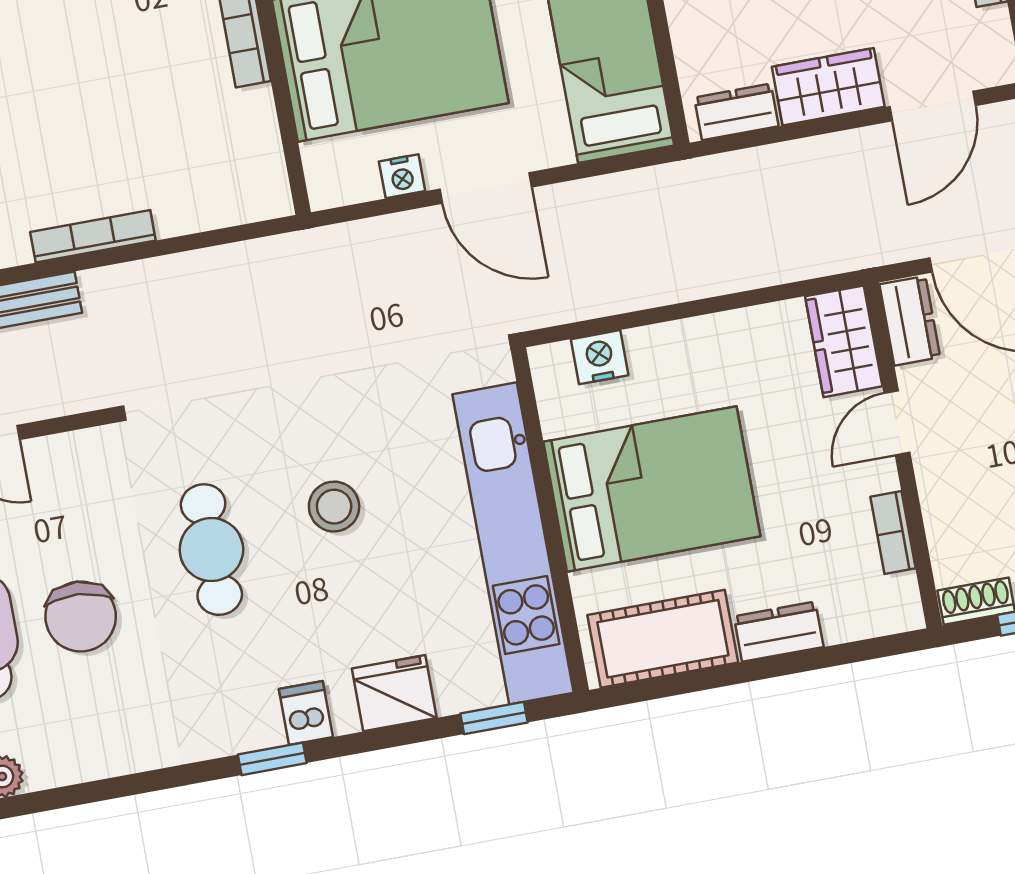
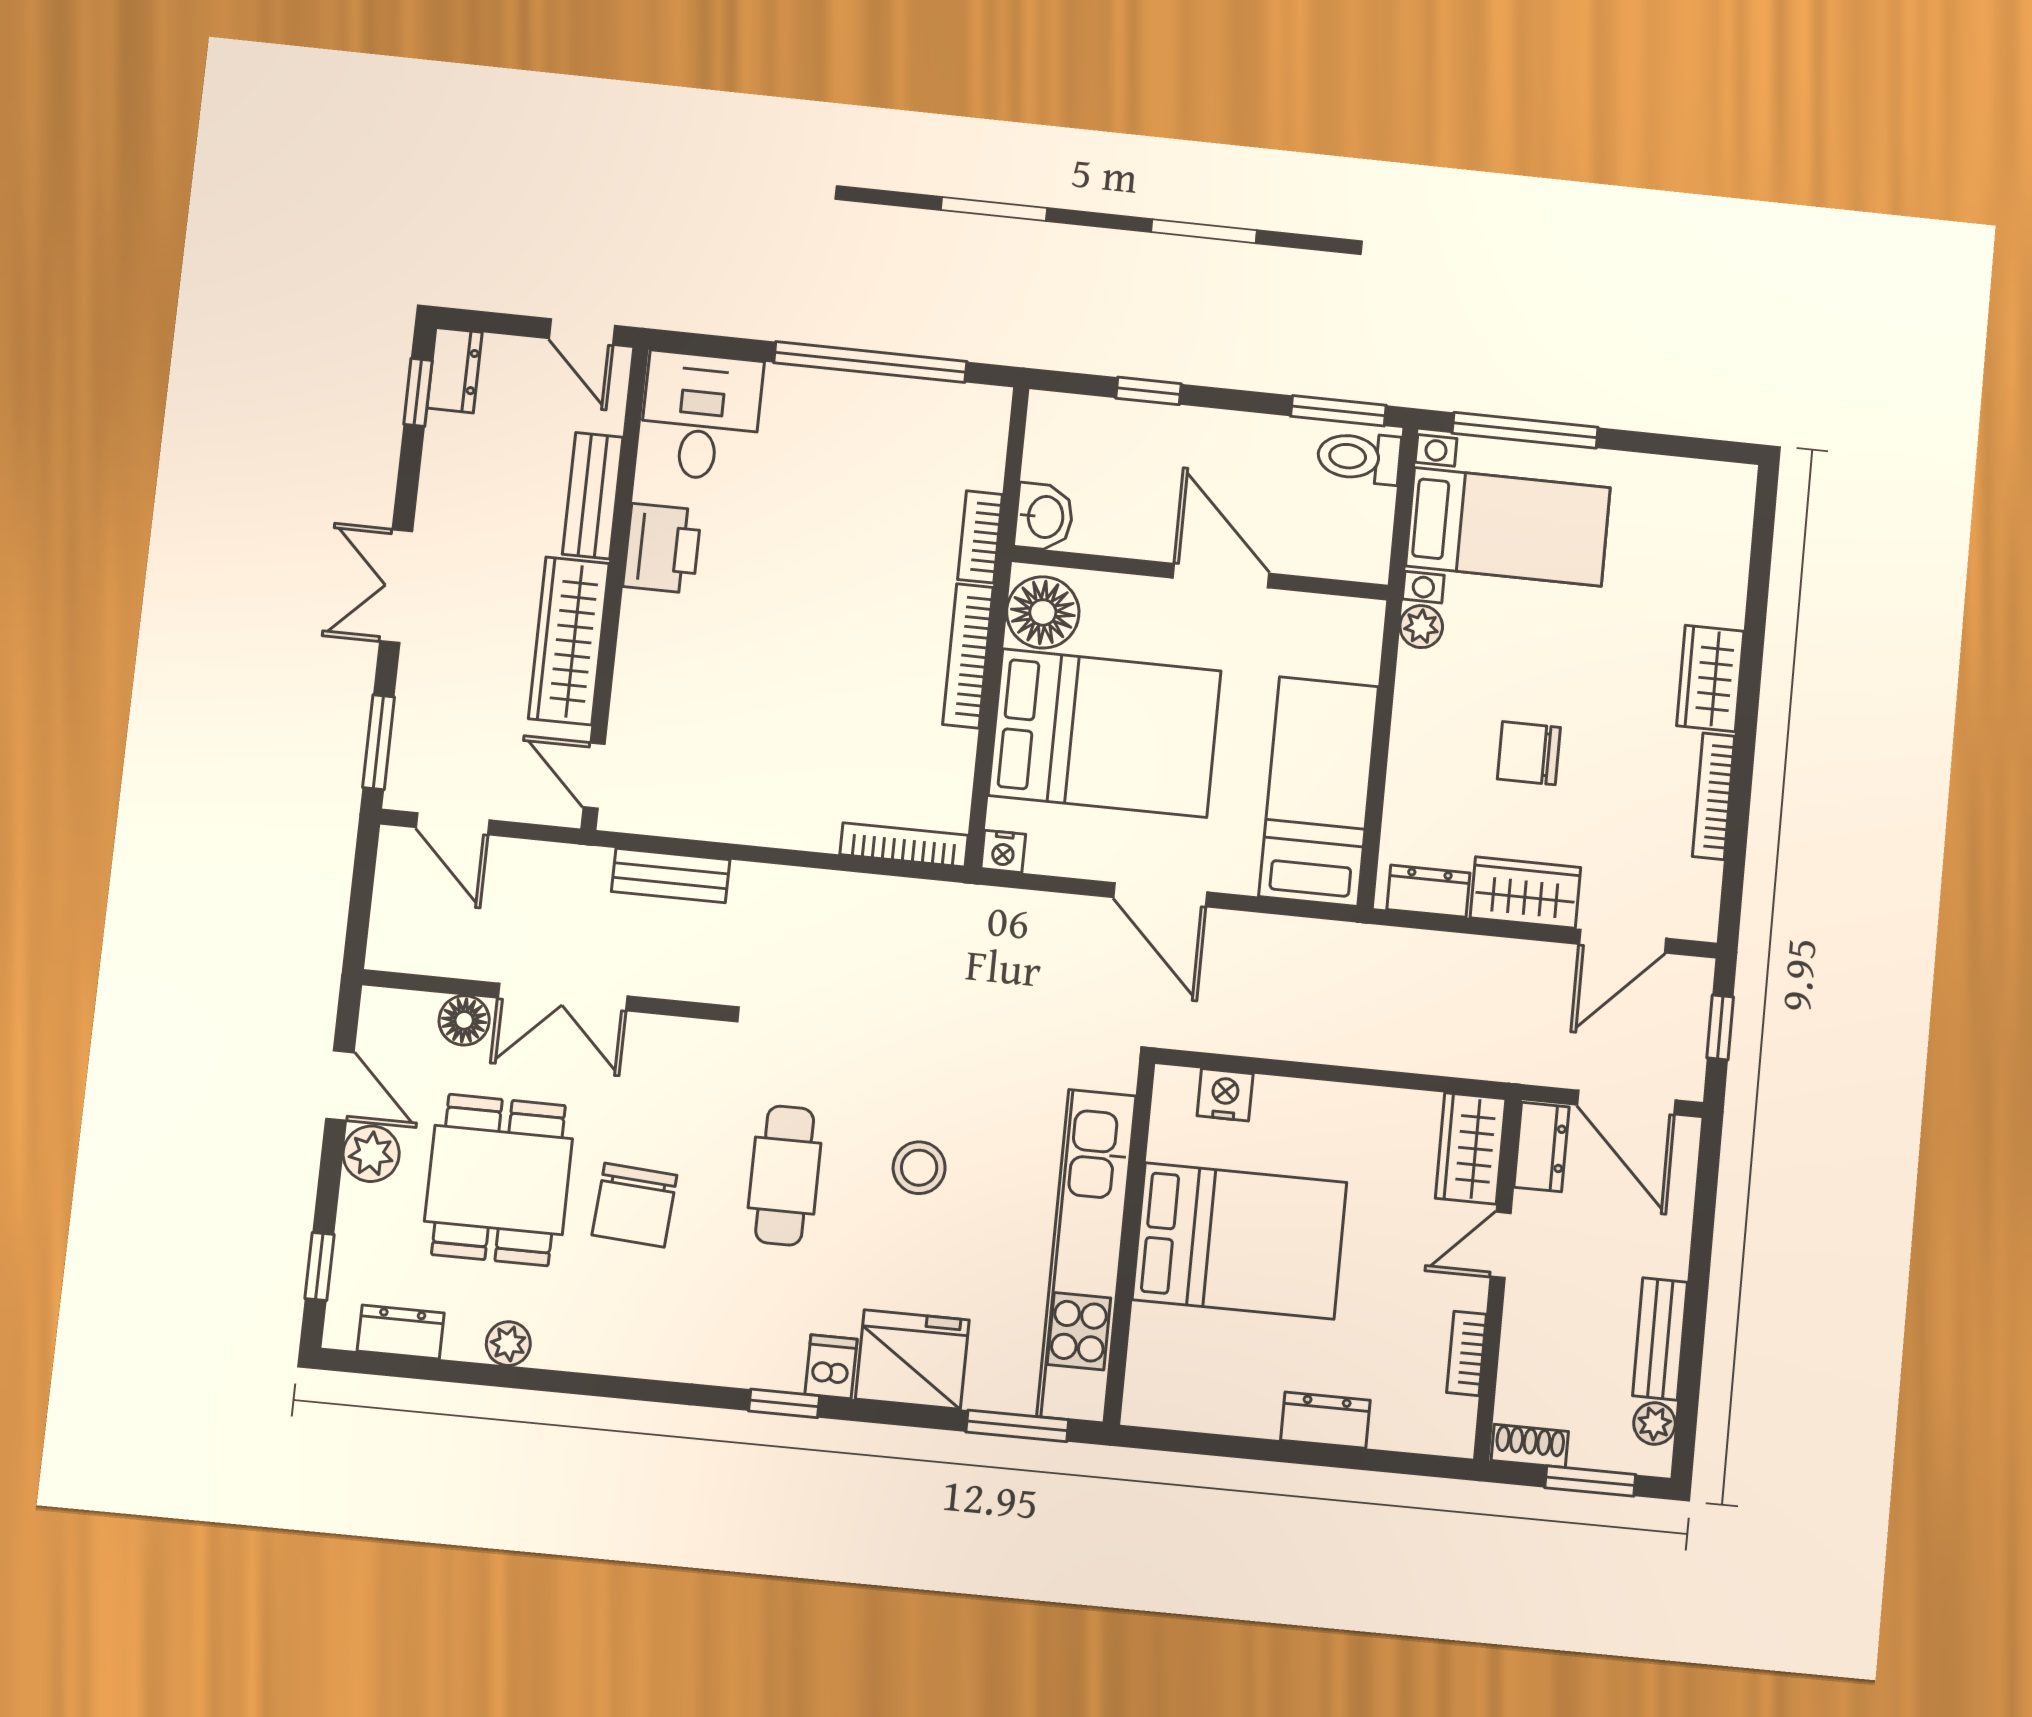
nightstand: (402, 176) -> (1003, 851), moved
bookcase: (93, 236) -> (904, 845), moved
cot: (663, 639) -> (1208, 1394), removed
fridge: (394, 693) -> (912, 1359), width x1.36, depth x1.34
window: (494, 718) -> (1017, 1426), width x1.50

